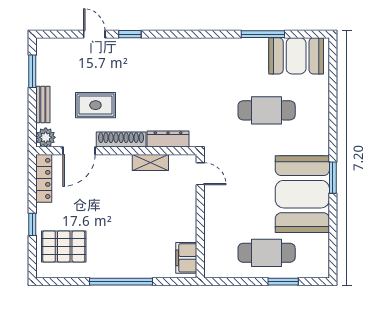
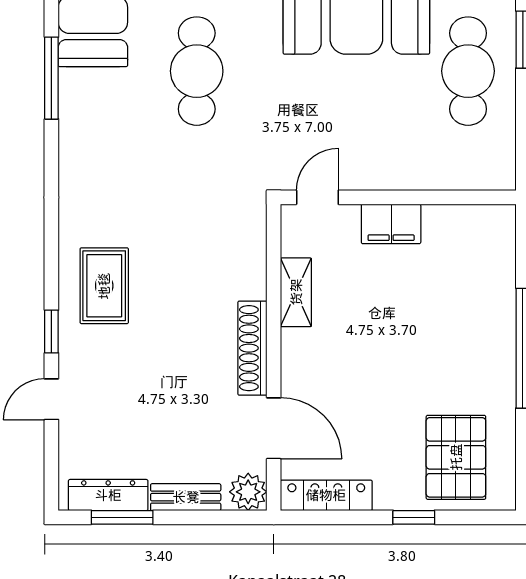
rug: (95, 105) -> (104, 286), moved
dresser: (168, 139) -> (108, 495), moved, turned 90
filing cabinet: (186, 258) -> (391, 224), moved

